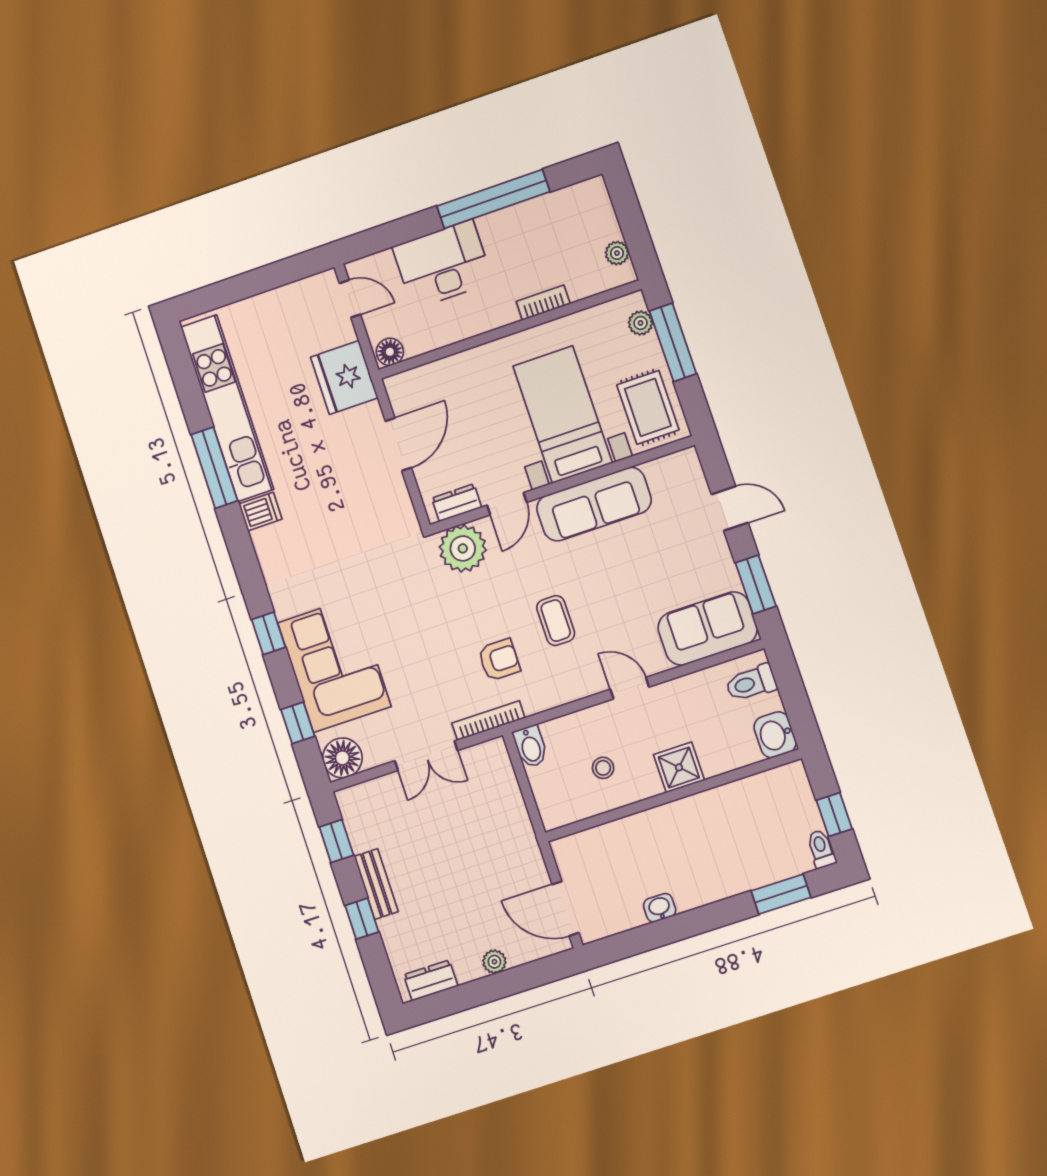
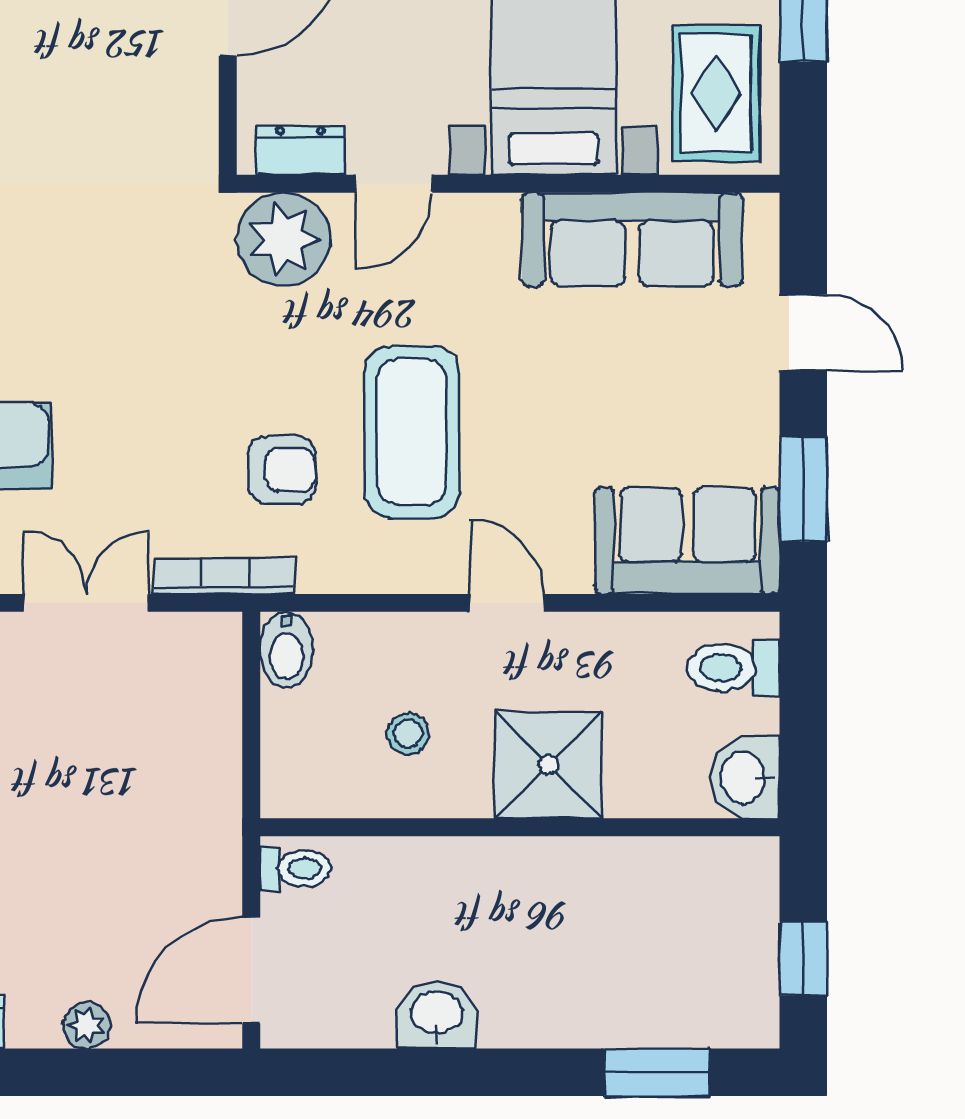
sofa: (594, 504) -> (632, 239), moved
coffee table: (556, 621) -> (412, 432), width x1.86, depth x1.72
double door: (426, 756) -> (86, 603), swing flipped
shower: (679, 767) -> (548, 765), width x1.36, depth x1.36
toilet: (821, 849) -> (295, 869), moved, turned 90
washbasin: (660, 908) -> (437, 1015), width x1.38, depth x1.45
door: (565, 909) -> (251, 970), hinge flipped

